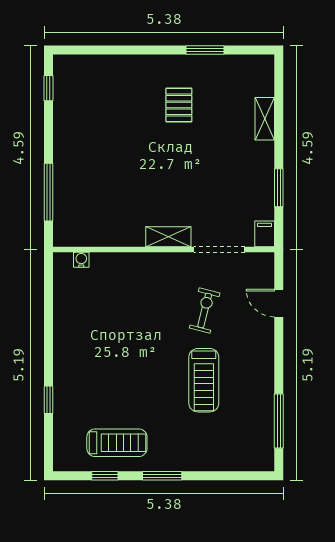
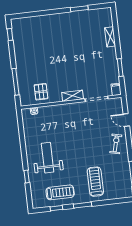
pallet: (179, 105) -> (41, 92), moved
exercise bike: (205, 310) -> (116, 144), moved
weight bench: (99, 364) -> (48, 158), added
treadmill: (204, 380) -> (95, 182), moved, turned 180

